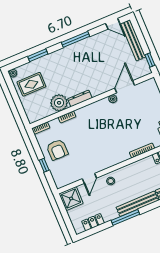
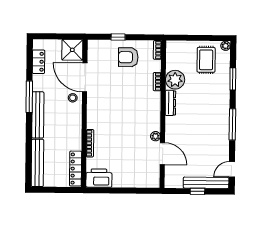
window: (150, 60) -> (197, 191), moved
door: (89, 178) -> (85, 77), width x1.87

